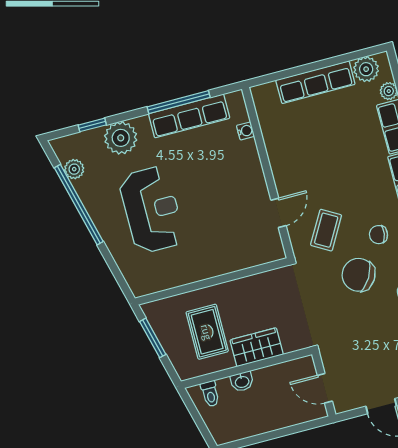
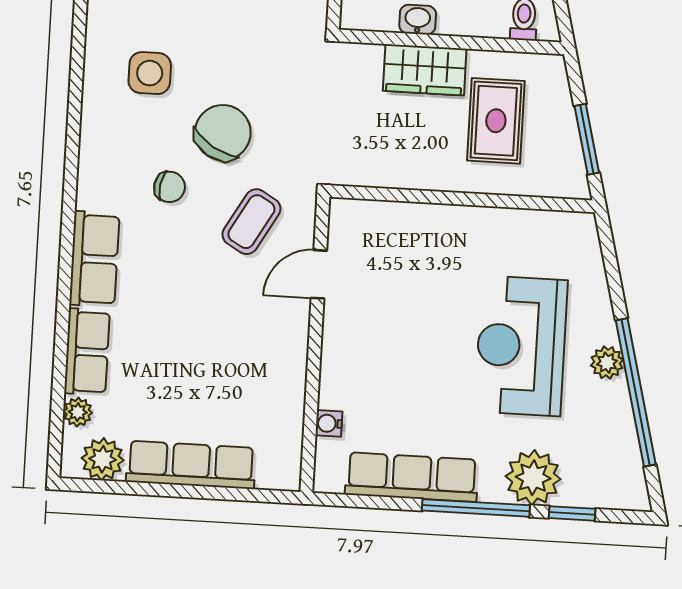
window: (179, 102) -> (476, 508), moved
plant: (74, 169) -> (607, 363), moved
chair: (359, 275) -> (223, 133), turned -90
washbasin: (242, 382) -> (418, 20), moved

